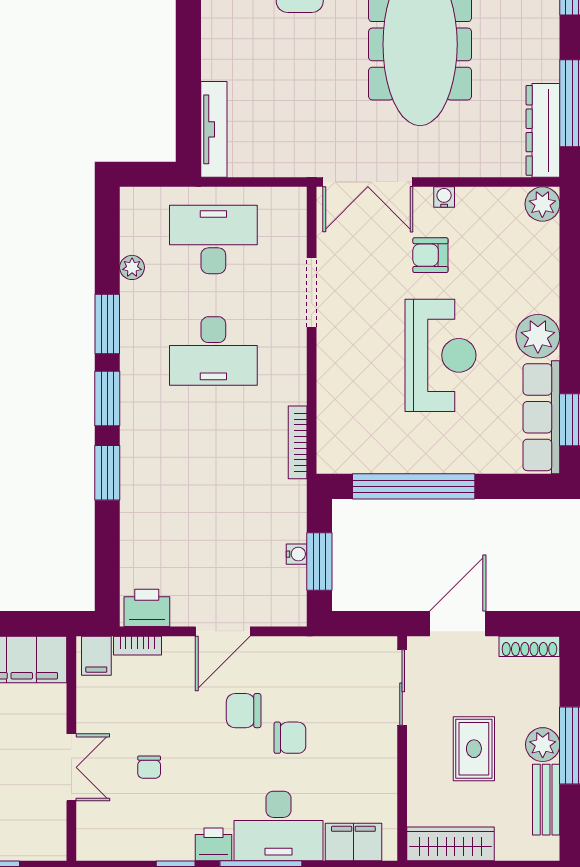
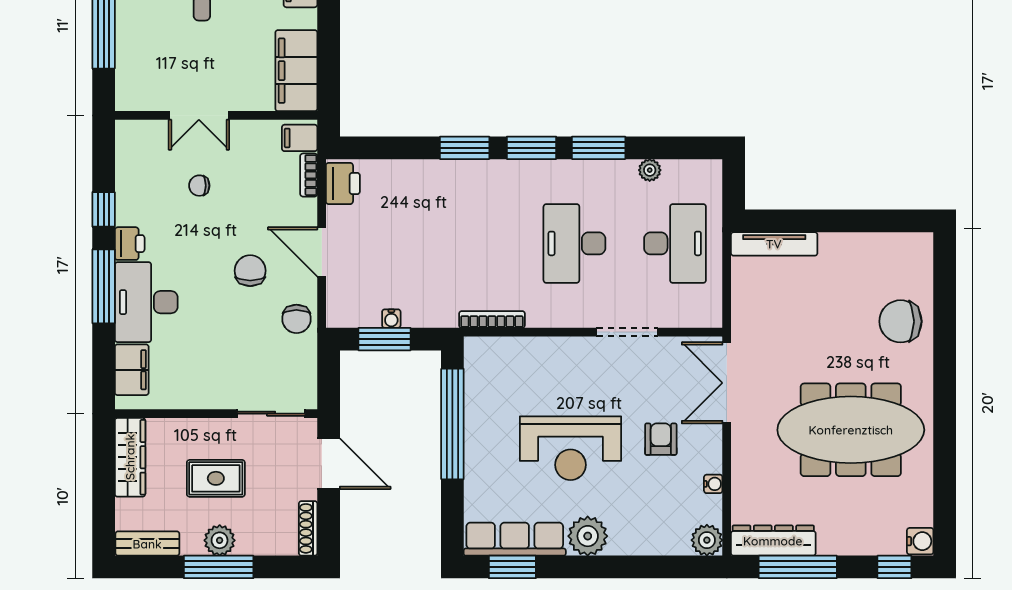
water cooler: (444, 197) -> (713, 484), moved
chair: (290, 738) -> (296, 319), moved
bench: (546, 800) -> (147, 544), moved

